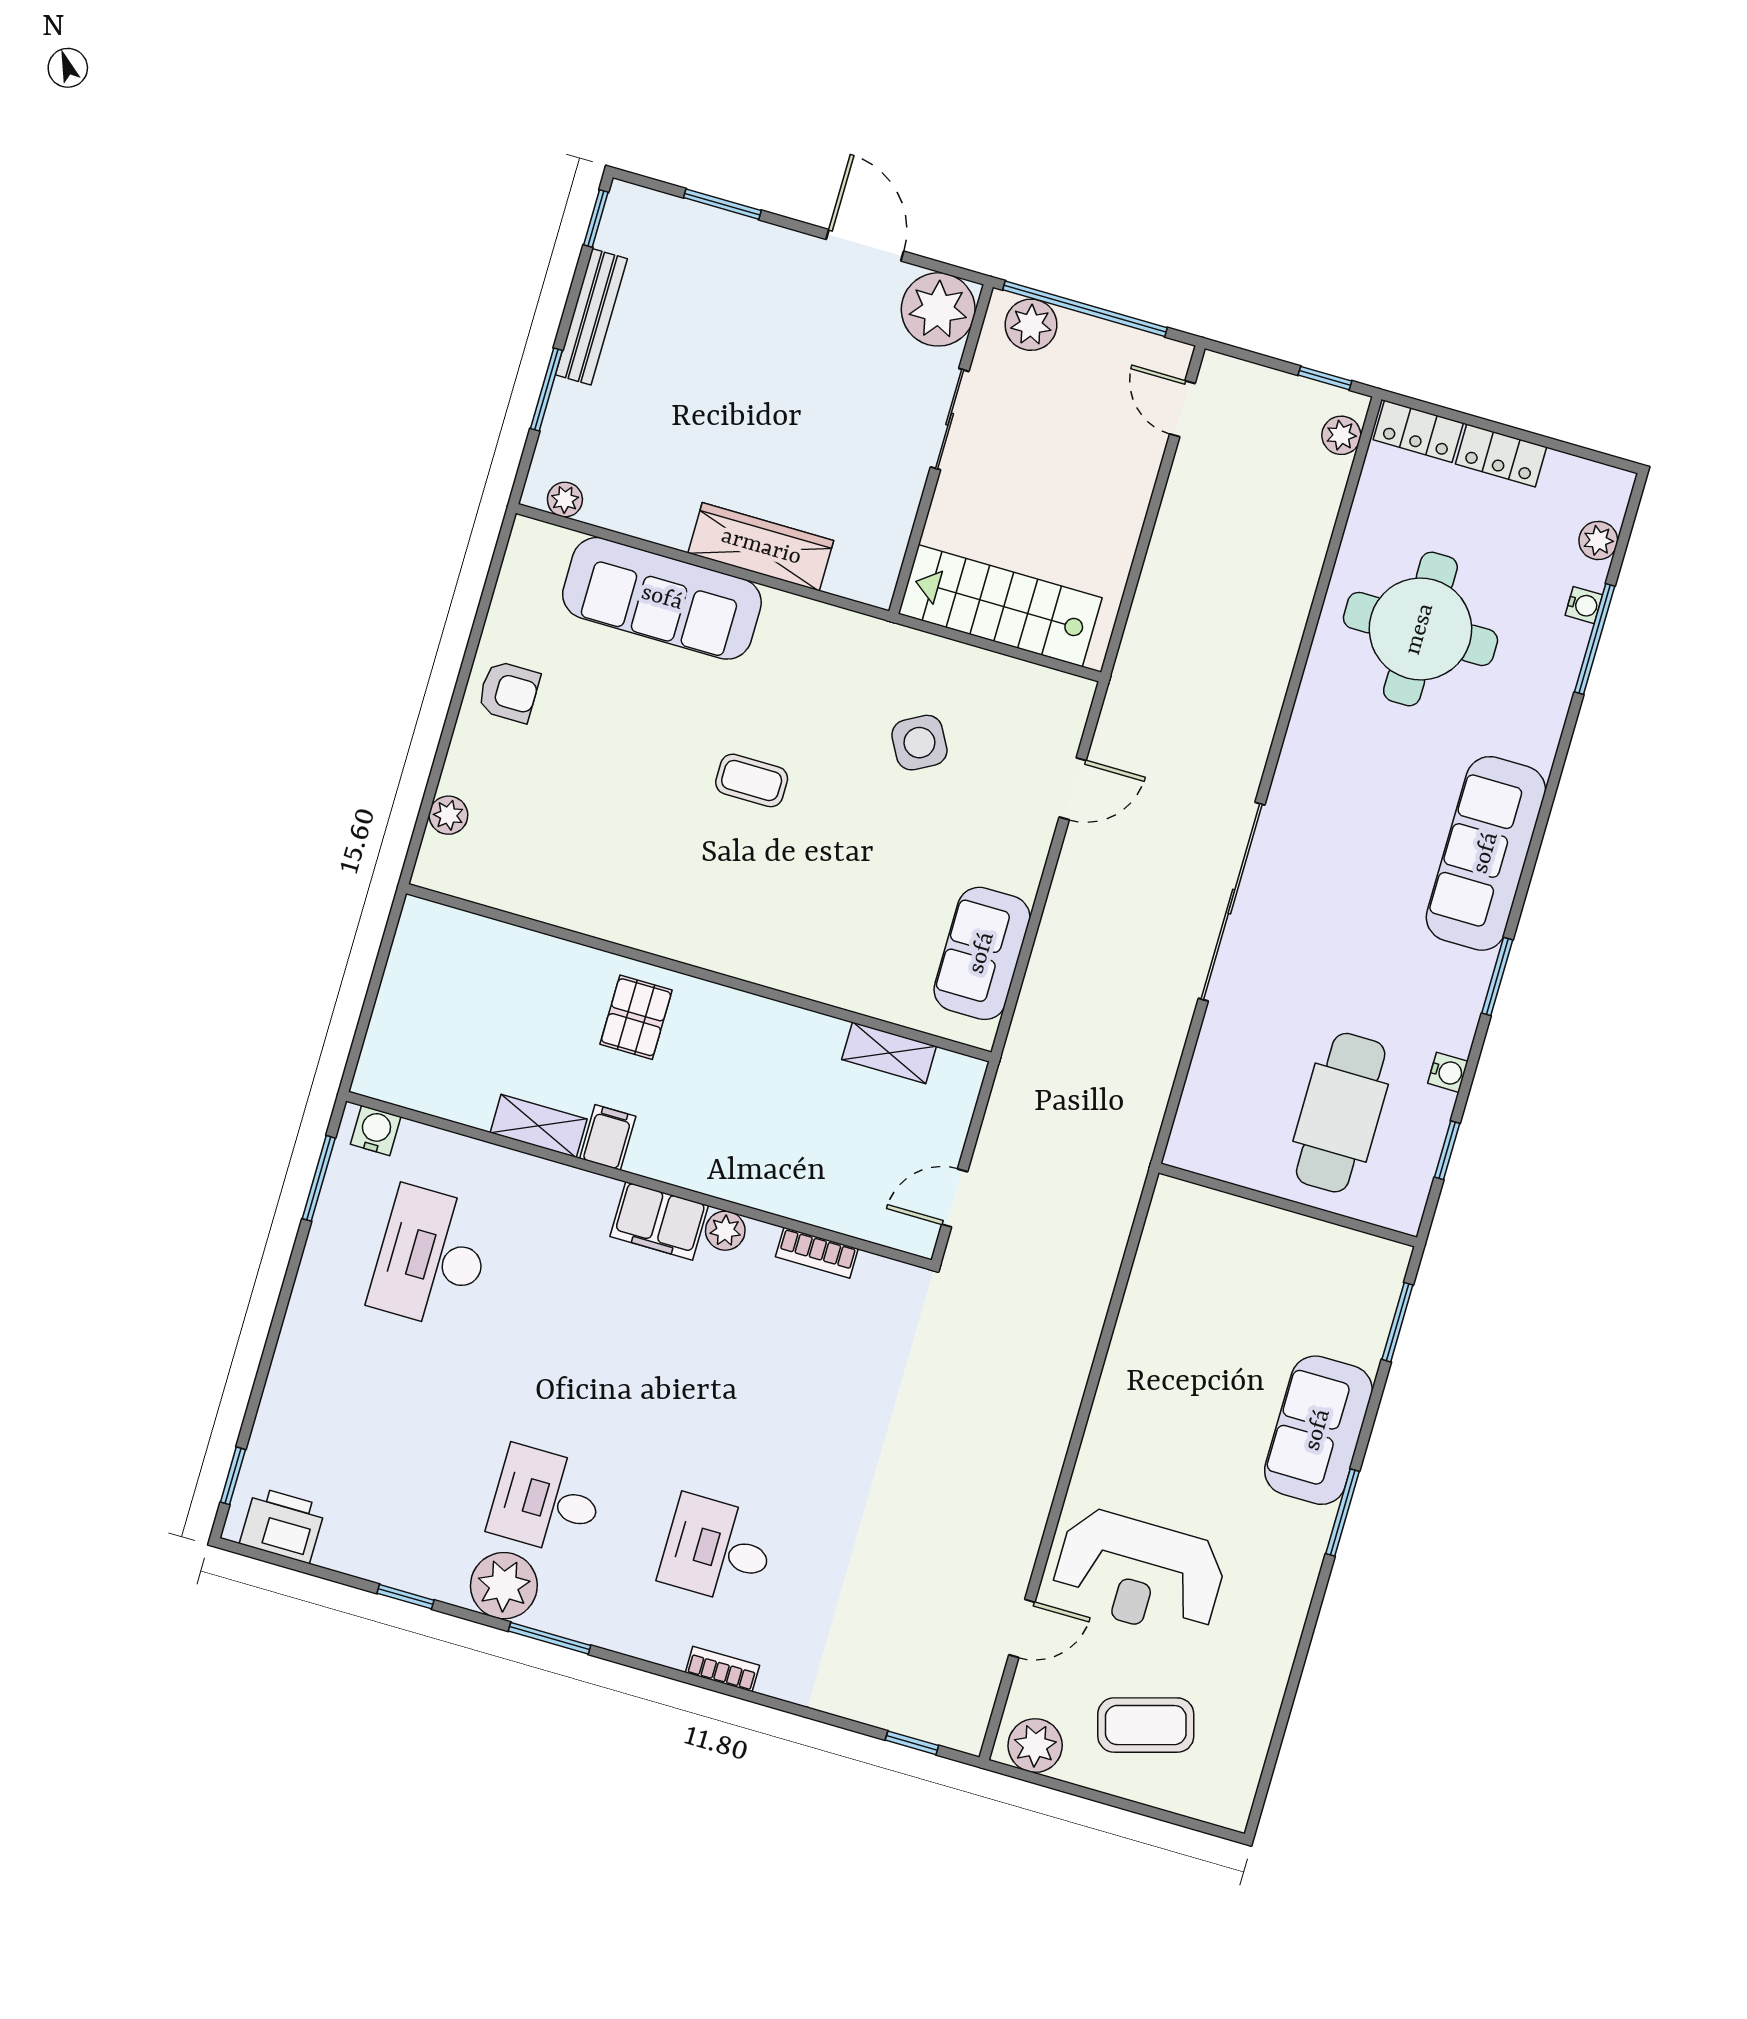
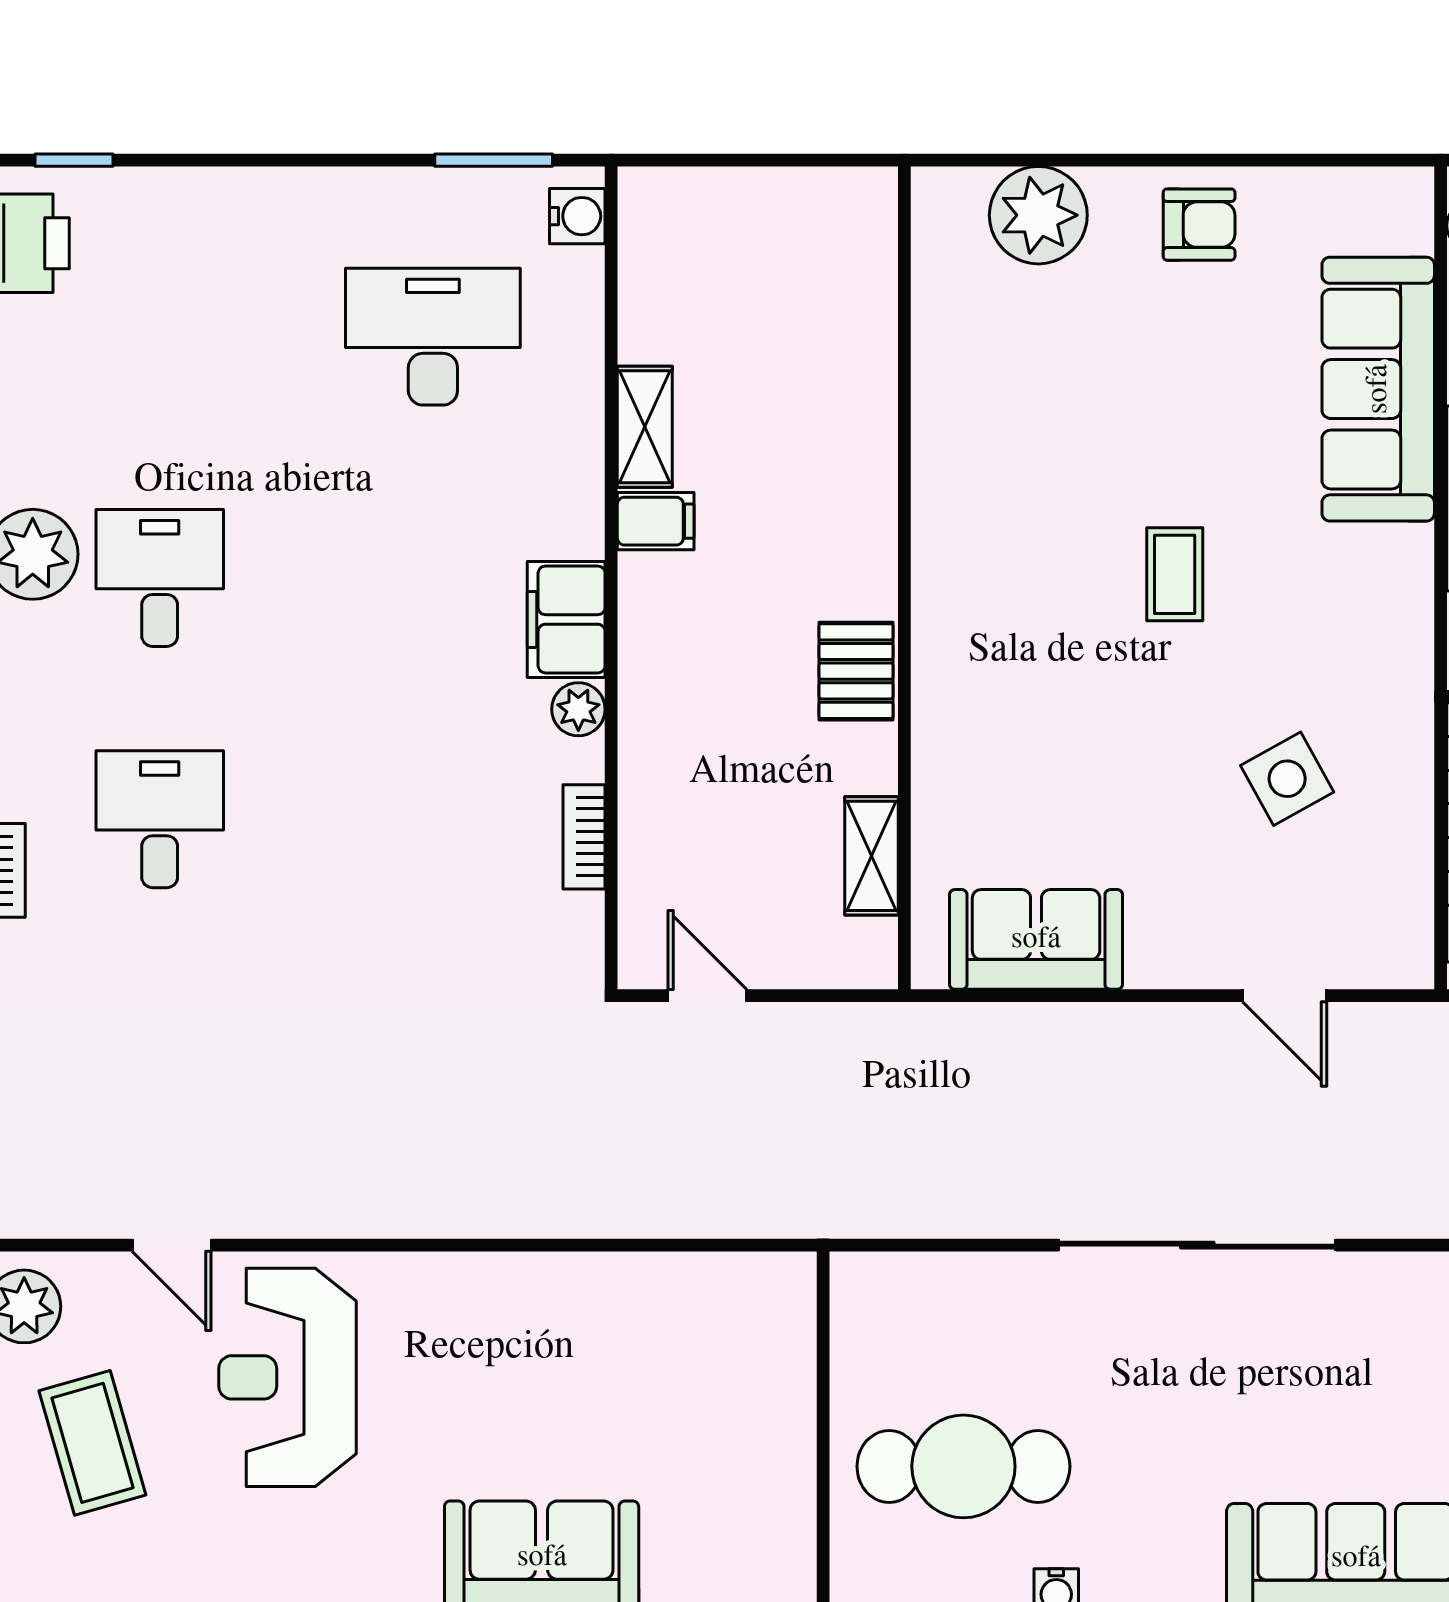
armchair: (509, 692) -> (1199, 225), turned -90
plant: (448, 815) -> (1038, 215), width x1.87, depth x1.87
pallet: (636, 1017) -> (856, 671), moved, turned 90

